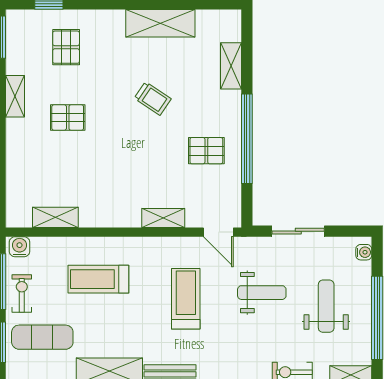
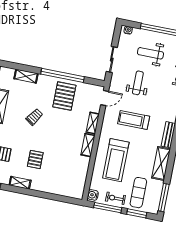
pallet: (206, 151) -> (64, 96), width x1.50, depth x1.42
shelving: (55, 217) -> (88, 145), moved
treadmill: (98, 279) -> (116, 160), width x1.37, depth x1.38

